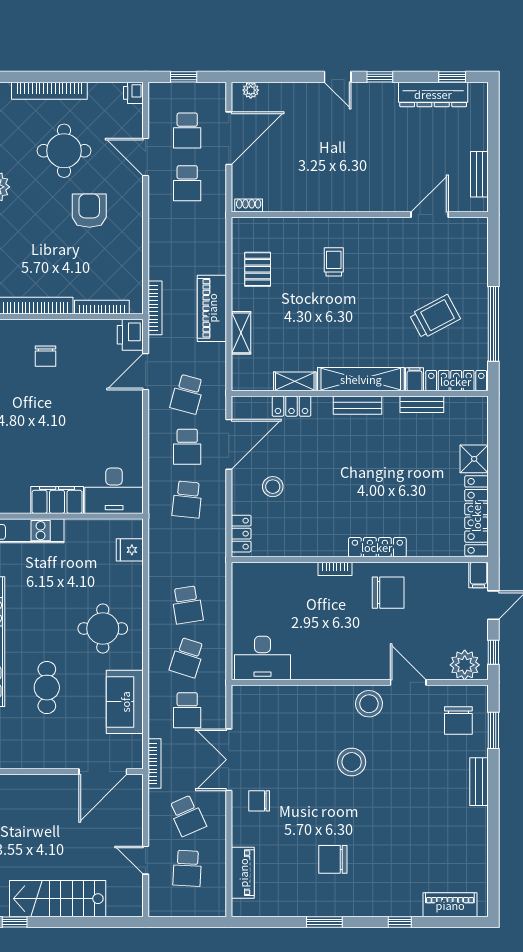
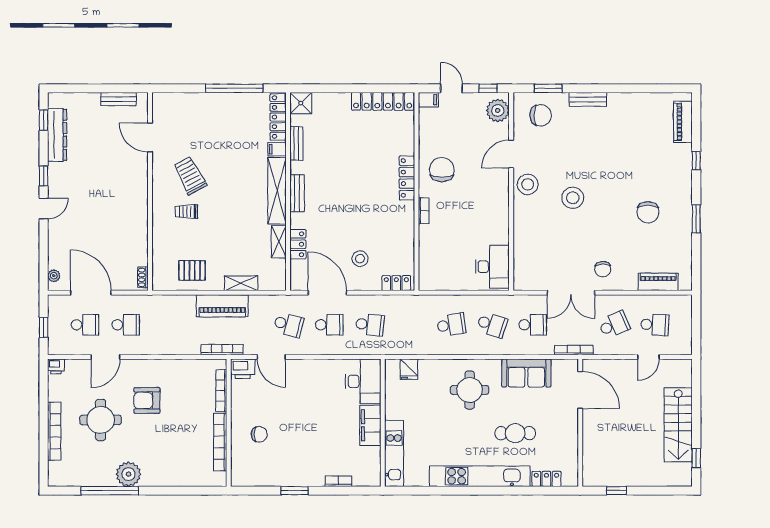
trolley: (435, 317) -> (190, 175), moved
shower: (474, 459) -> (301, 103), moved

